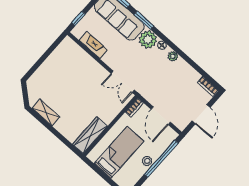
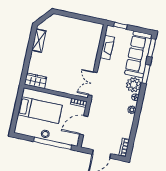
wardrobe: (90, 135) -> (35, 81), width x0.67

